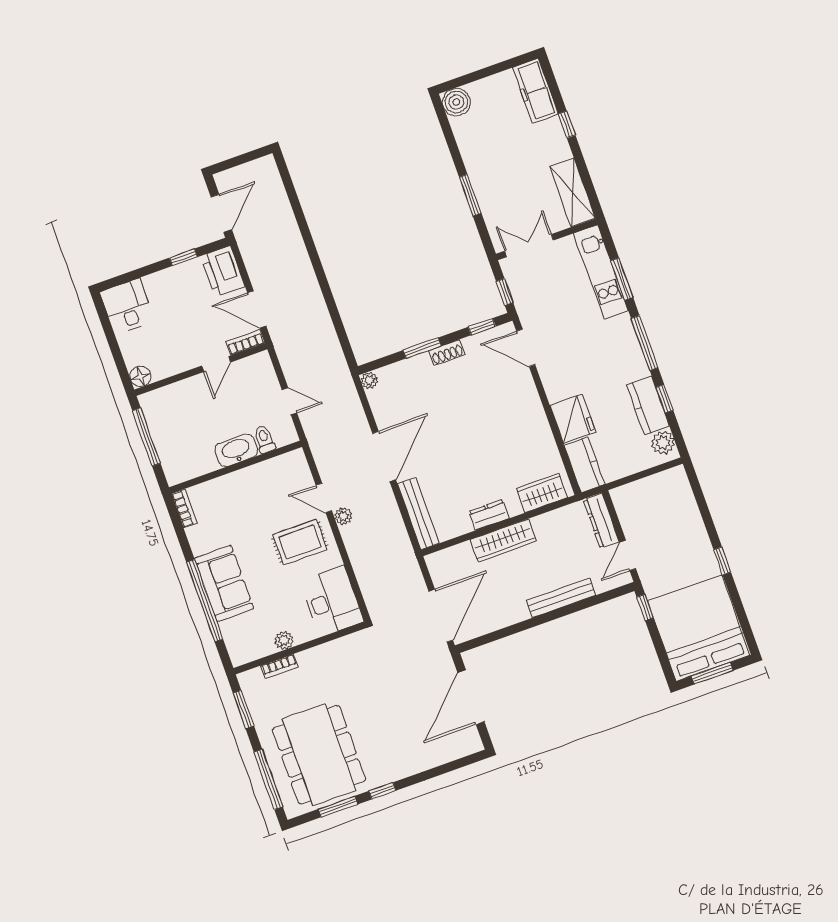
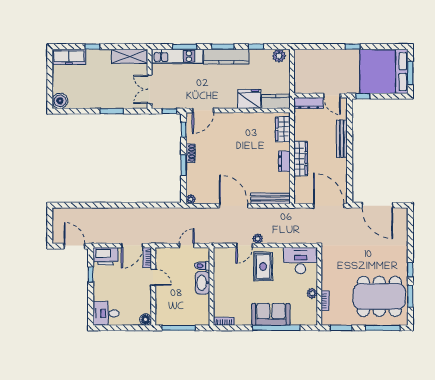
window: (645, 343) -> (223, 47), width x0.69
kitchen counter: (648, 405) -> (226, 57), moved, width x1.50

